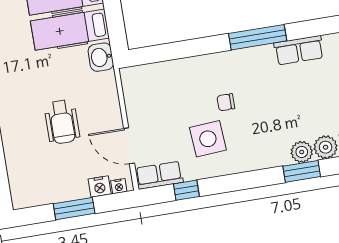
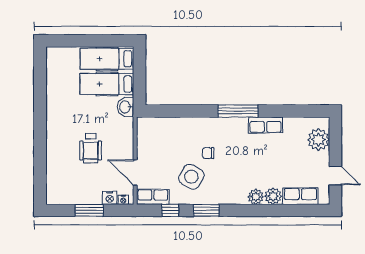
side table: (208, 139) -> (191, 177), turned 34
window: (302, 171) -> (206, 210), moved

